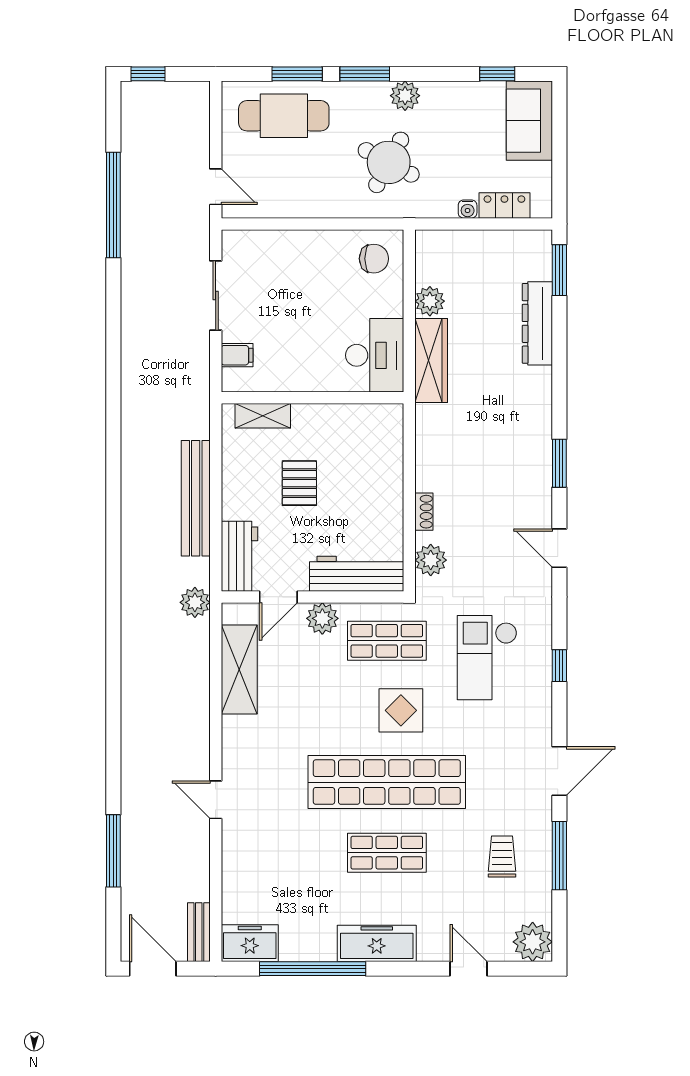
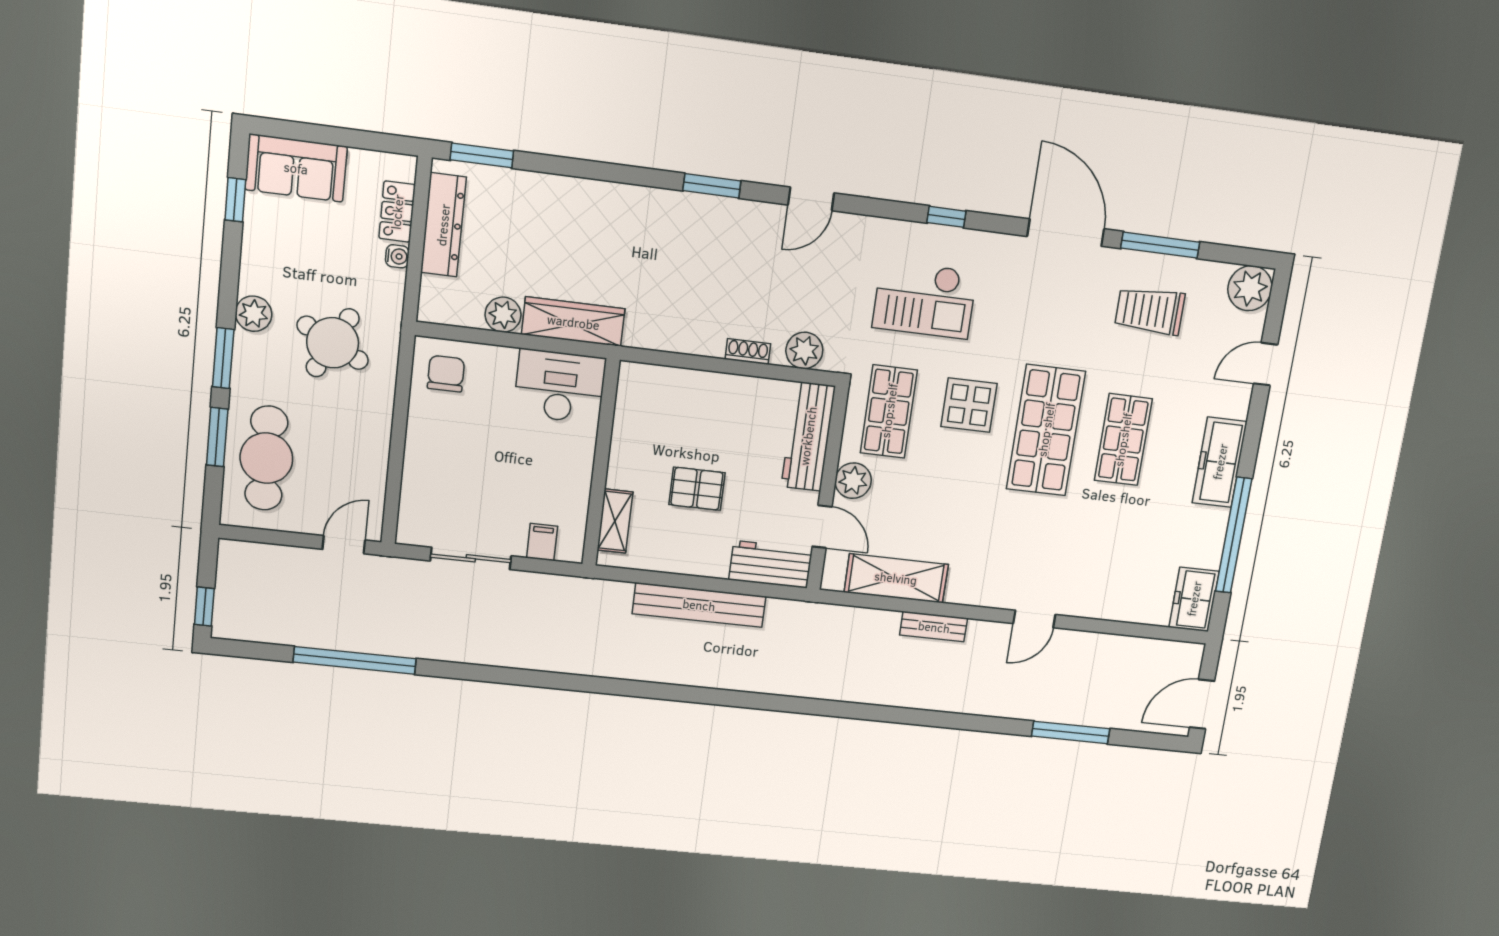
dresser: (537, 323) -> (443, 225), moved, turned -90
plant: (195, 602) -> (815, 618), removed
door: (559, 771) -> (1066, 233), width x1.36
shop shelf: (387, 782) -> (1046, 430), width x0.71
trolley: (502, 857) -> (1150, 311), width x1.36, depth x1.39
bench: (199, 932) -> (934, 627), moved

